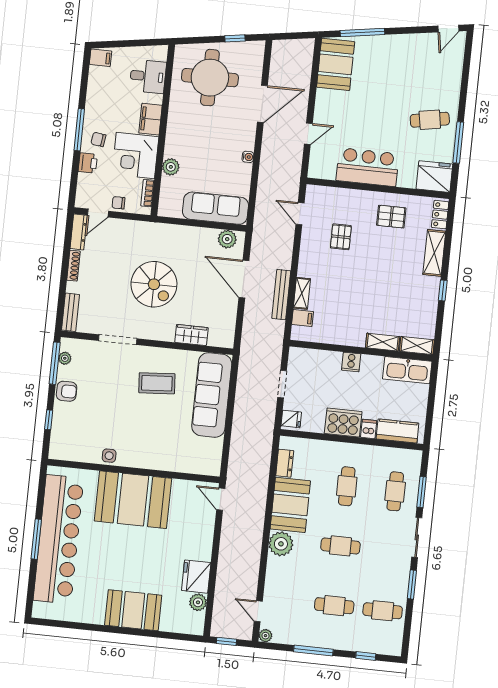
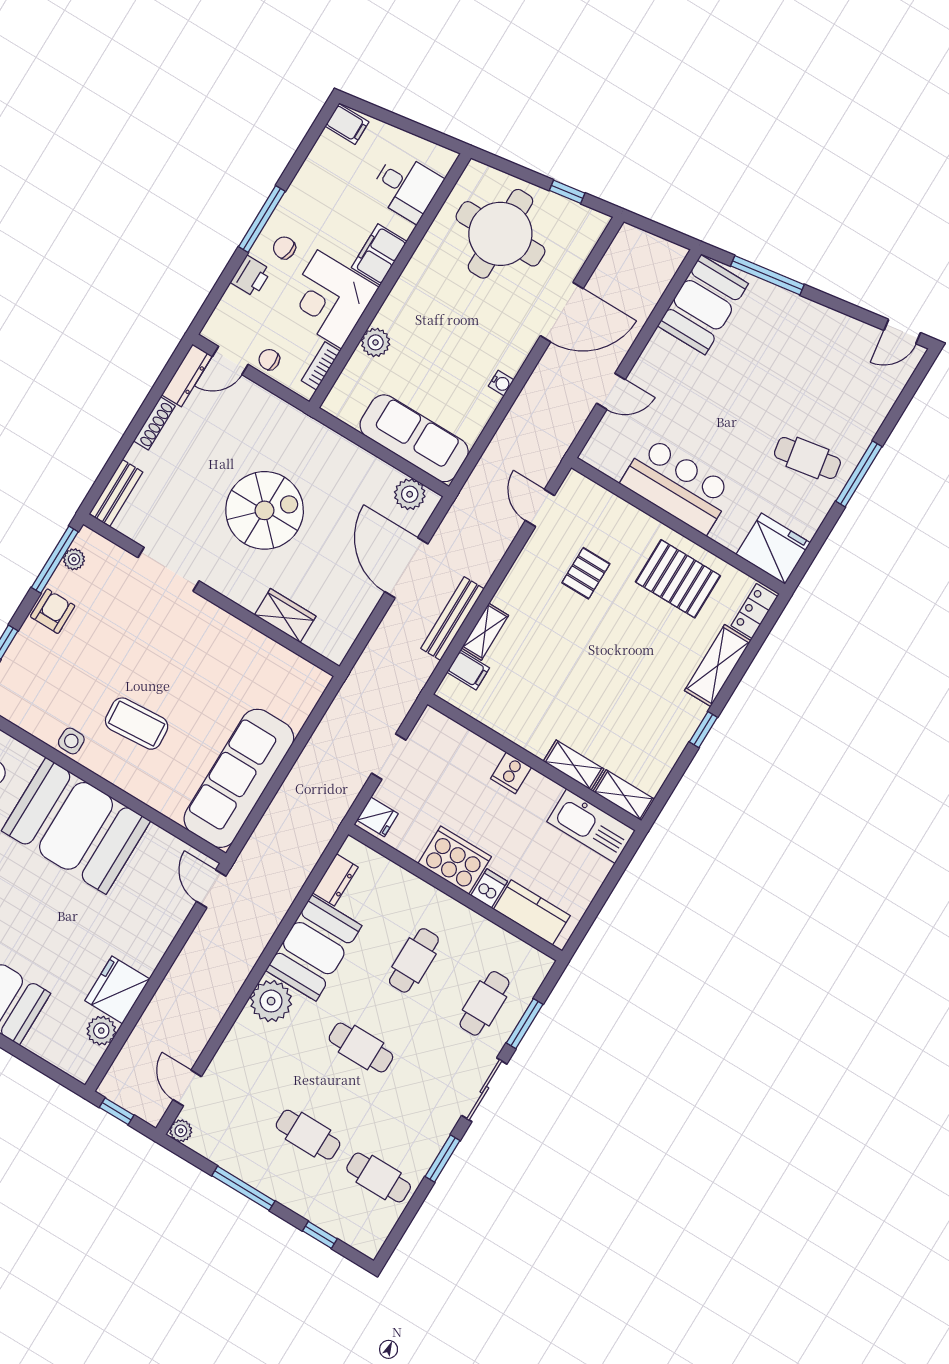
window: (458, 142) -> (859, 474), moved
pallet: (391, 217) -> (678, 579), width x1.50, depth x1.42
spiral stairs: (154, 284) -> (265, 510), turned -90
coffee table: (157, 383) -> (137, 724), moved
armchair: (67, 391) -> (53, 611), turned -90
sofa: (212, 395) -> (239, 778), moved

